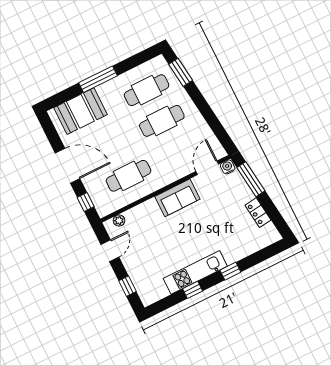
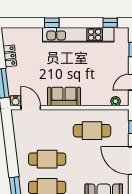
door: (207, 168) -> (31, 108), swing flipped
kitchen unit: (195, 272) -> (78, 35), width x1.36
window: (193, 290) -> (110, 23), moved

